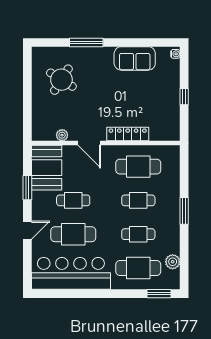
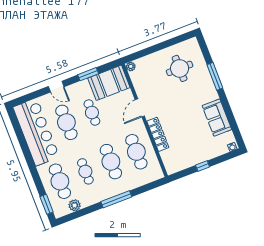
round table: (61, 80) -> (180, 68), turned -32
plant: (62, 135) -> (131, 66), moved
cafe table: (138, 200) -> (111, 162), width x1.37, depth x1.35
window: (184, 211) -> (116, 199), width x1.44

